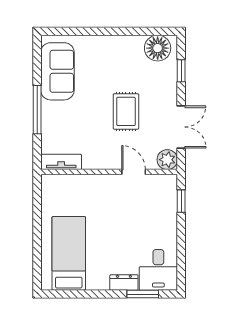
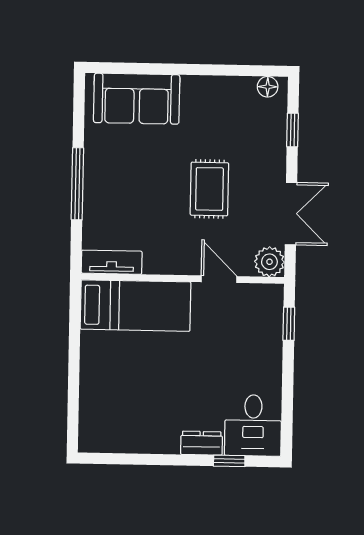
floor lamp: (158, 48) -> (268, 87), width x0.53, depth x0.53
sofa: (57, 71) -> (137, 99), moved, turned 90
bed: (69, 253) -> (136, 306), moved, turned 90
window: (143, 294) -> (229, 461), width x0.67

